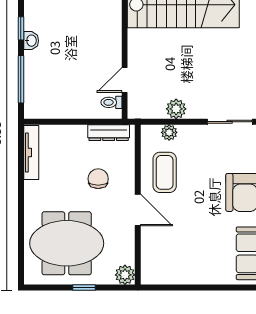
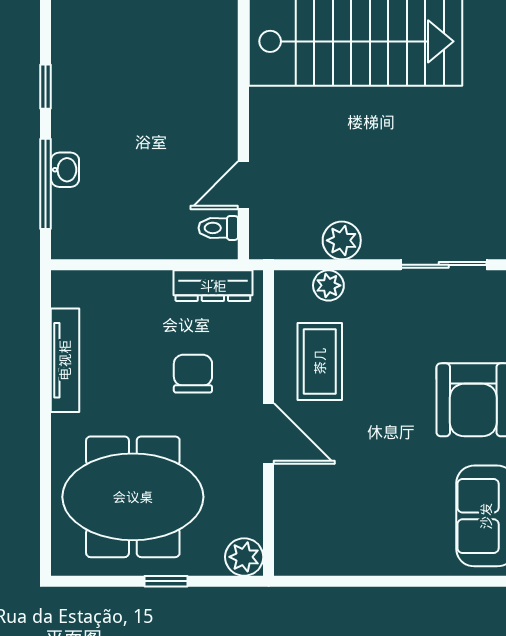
washbasin: (31, 41) -> (65, 170), moved
tv unit: (31, 153) -> (65, 360), moved

